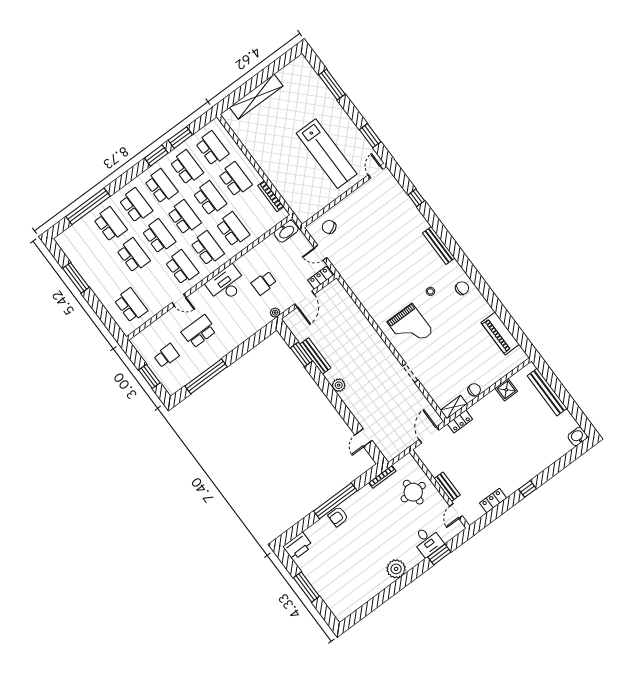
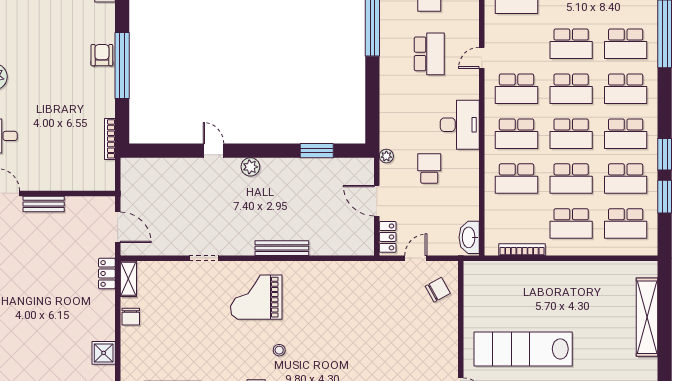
bench: (315, 356) -> (282, 248), moved
door: (363, 438) -> (213, 151), moved
round table: (413, 492) -> (66, 161), removed

